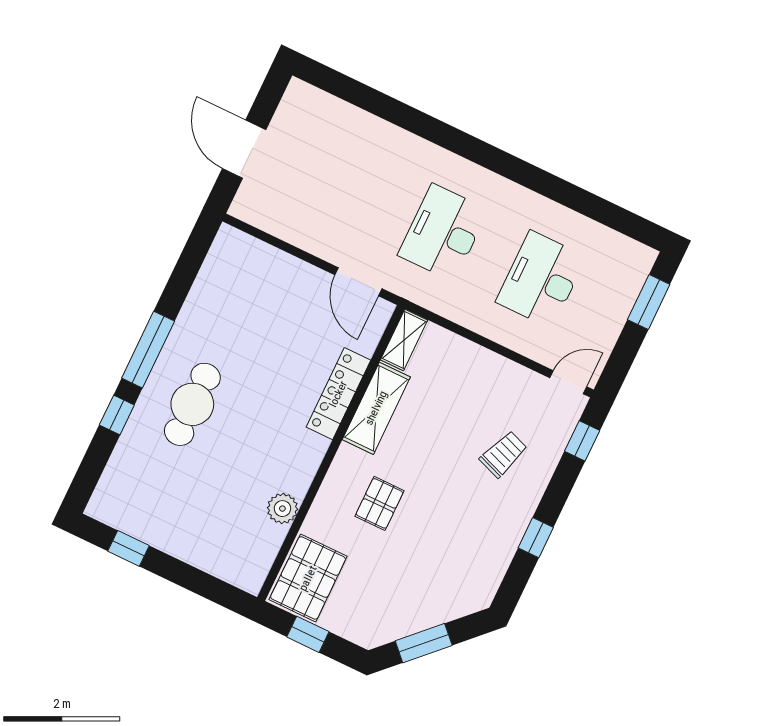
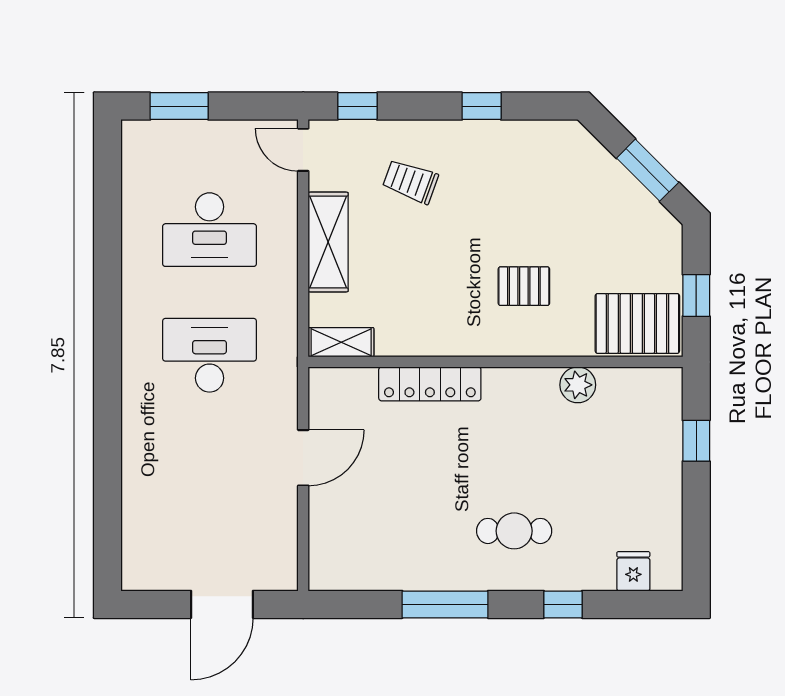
desk: (443, 233) -> (210, 355), turned 180
door: (358, 282) -> (303, 458), moved
window: (148, 350) -> (445, 604), moved
cafe table: (192, 404) -> (514, 531), width x0.73, depth x0.74
shelving: (376, 408) -> (328, 242), moved, turned 90
fridge: (116, 482) -> (633, 571), added
window: (129, 548) -> (696, 441), moved

